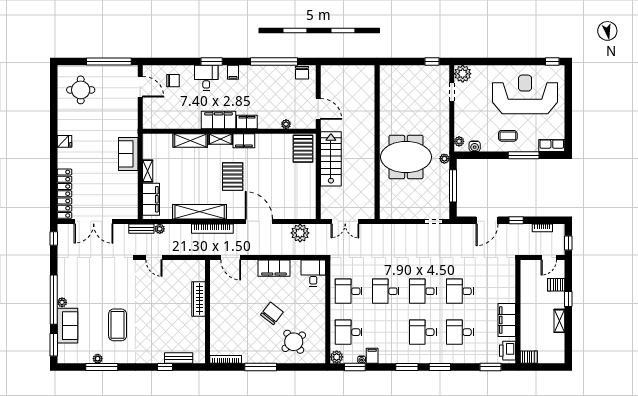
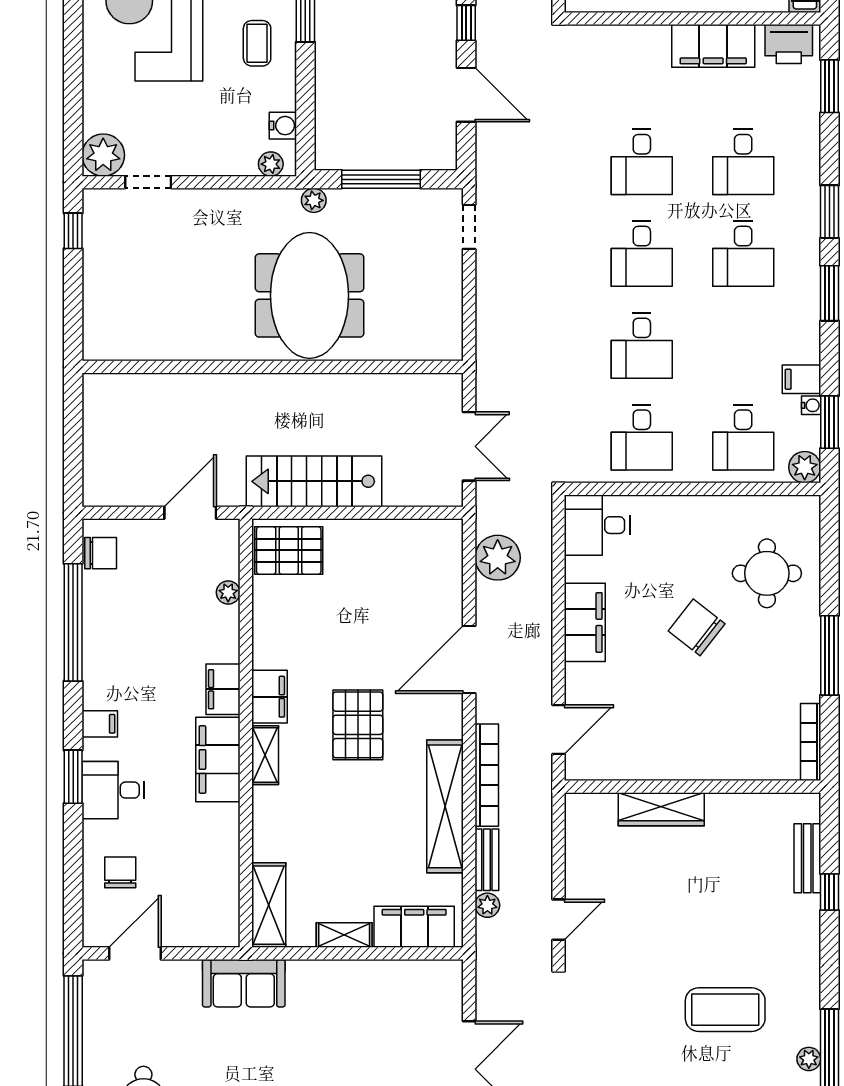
shelving: (190, 141) -> (269, 905), moved
sofa: (128, 154) -> (244, 983), moved
pallet: (233, 177) -> (358, 725), turned 90
bench: (141, 229) -> (487, 860), moved
round table: (294, 342) -> (767, 573), turned 38

